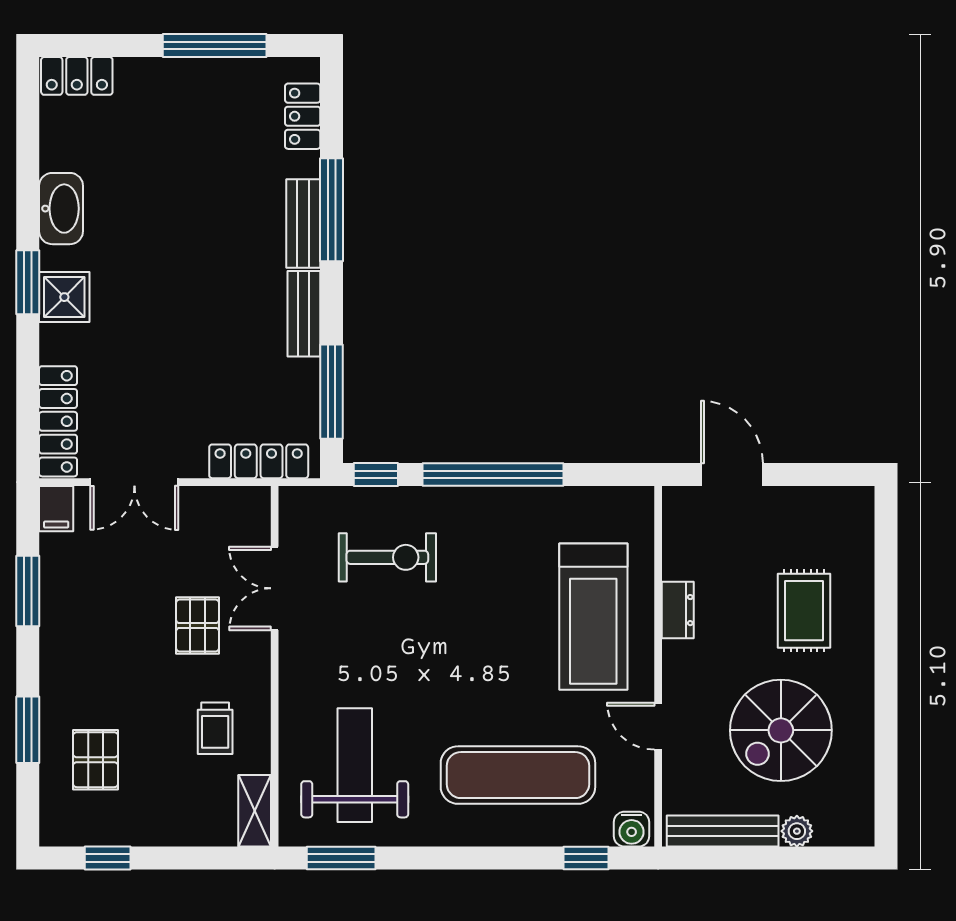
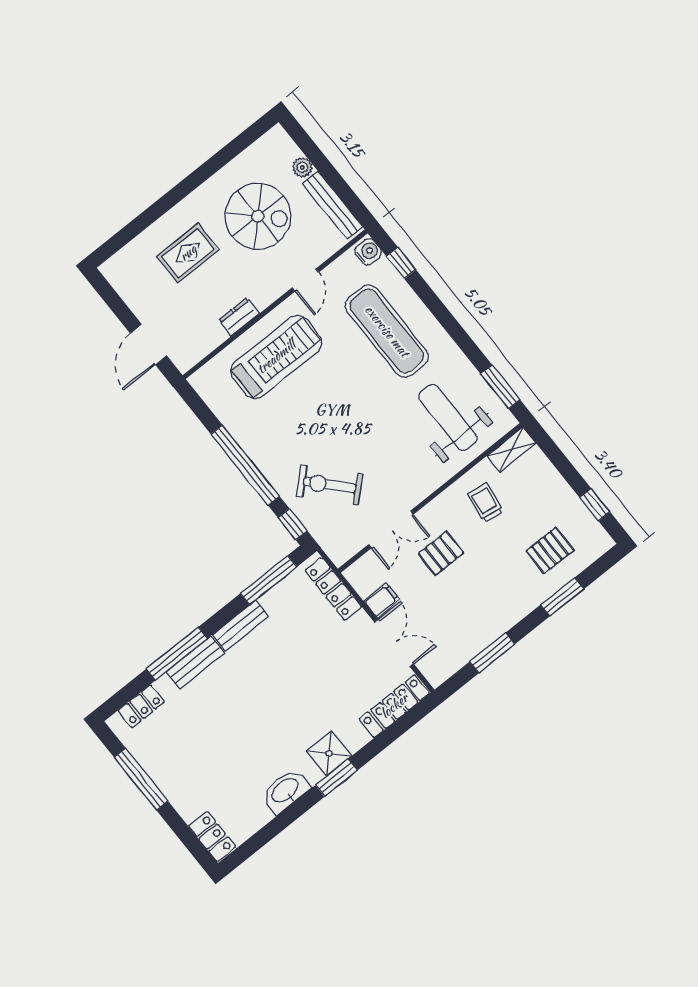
filing cabinet: (56, 509) -> (382, 600), moved
exercise bike: (387, 557) -> (330, 485), turned -43
trolley: (215, 728) -> (486, 503), turned -81
weight bench: (355, 765) -> (448, 417), turned 90

